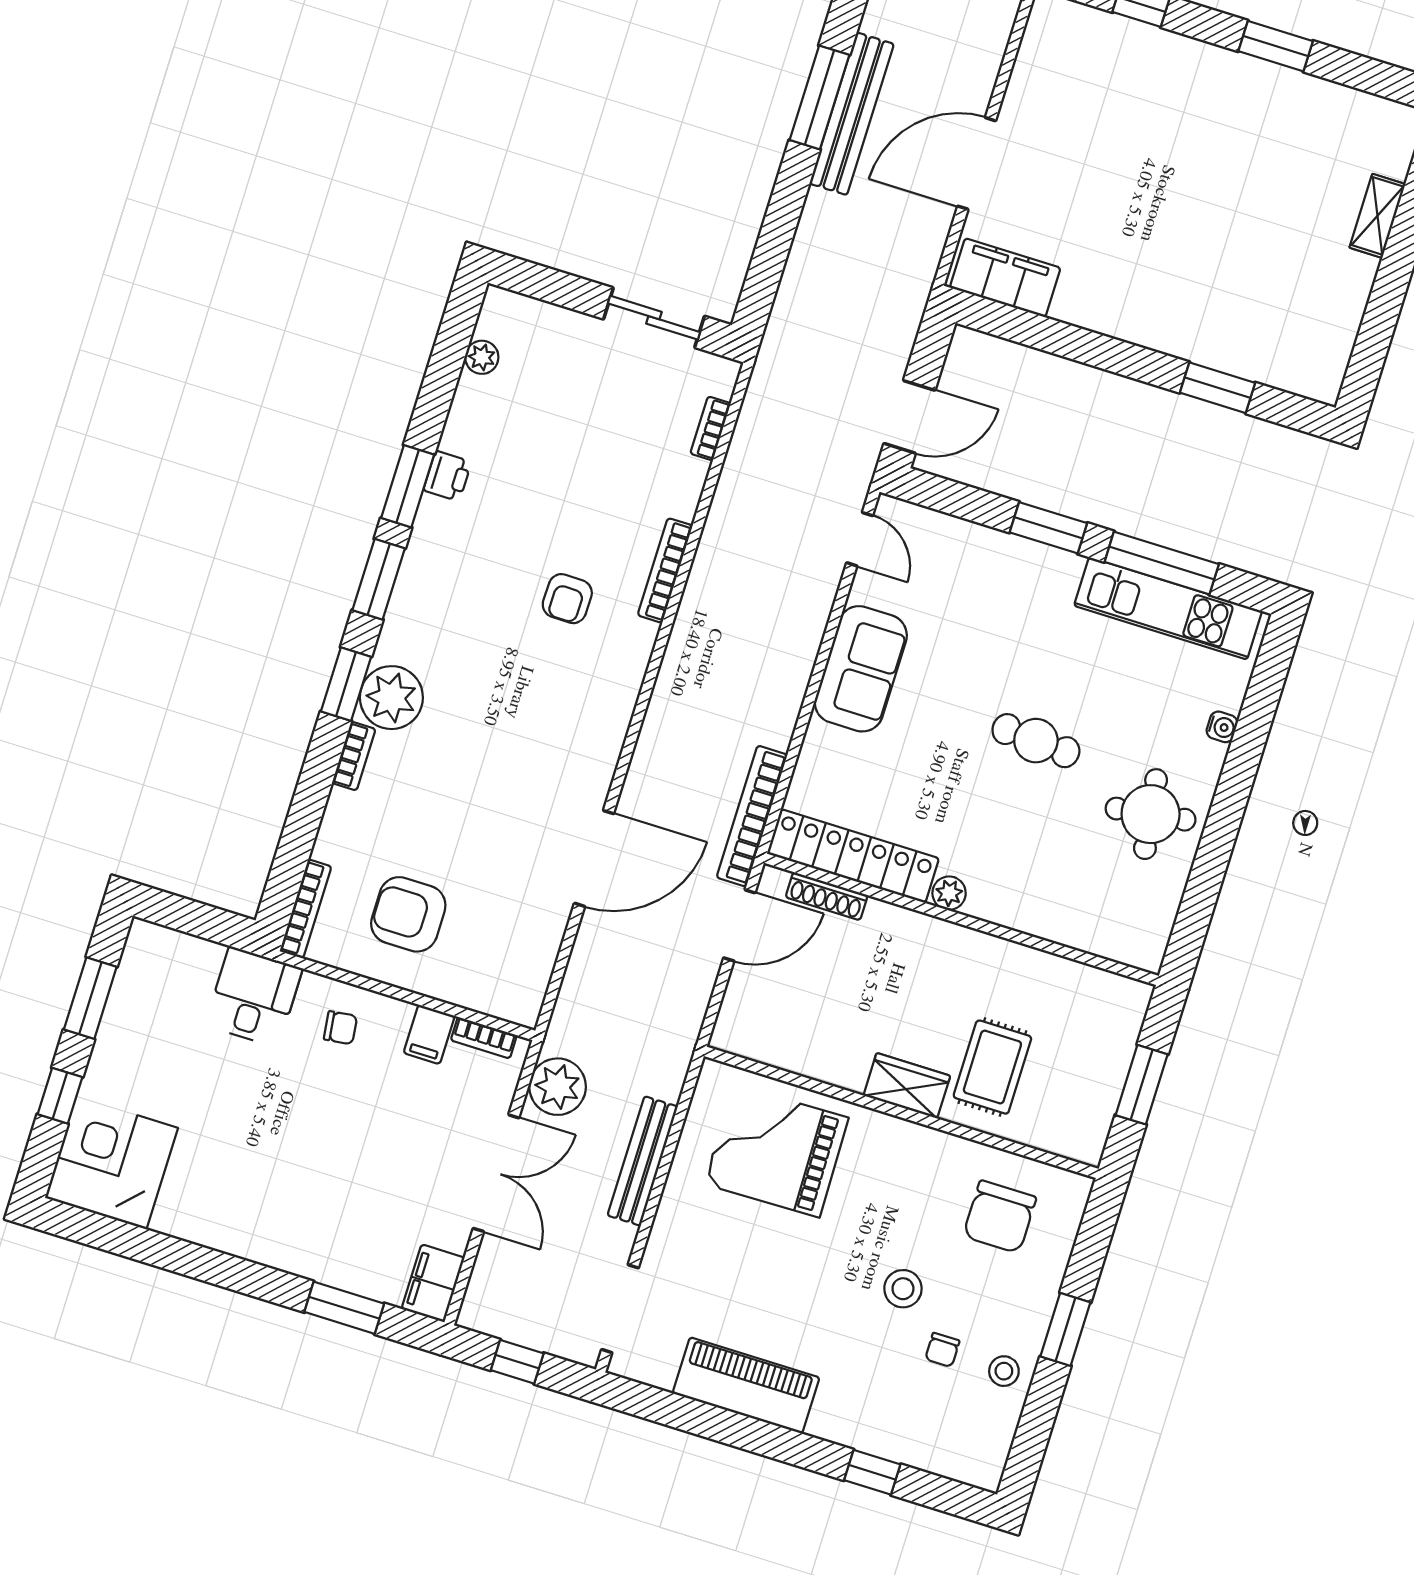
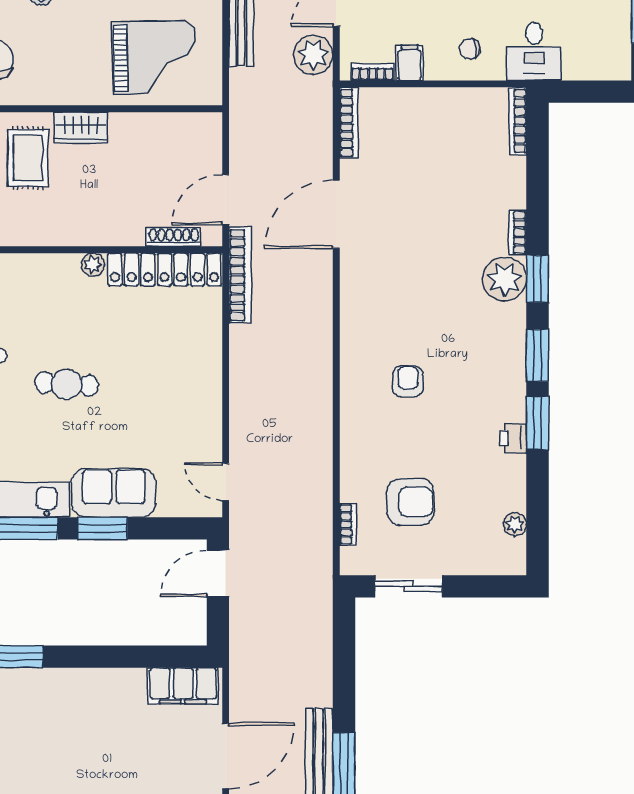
bookcase: (665, 570) -> (349, 123), moved
sofa: (861, 669) -> (114, 493), moved, turned 90
armchair: (408, 914) -> (410, 502), moved

